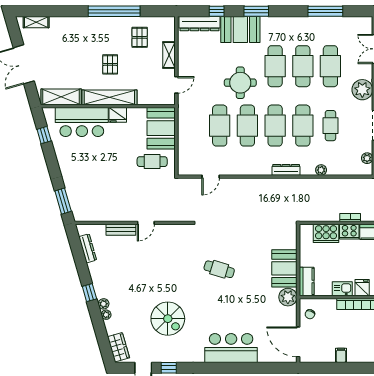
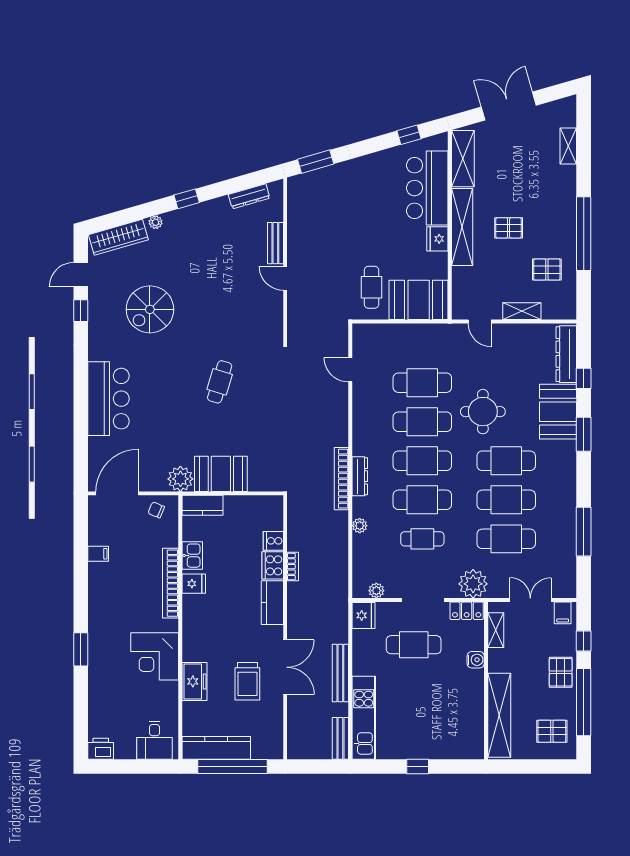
shelving: (36, 22) -> (568, 146), moved
bookcase: (288, 183) -> (341, 479), added
cooker: (326, 233) -> (273, 541), width x0.53, depth x0.76
plant: (103, 304) -> (171, 219), removed
wardrobe: (119, 347) -> (118, 237), width x1.50

